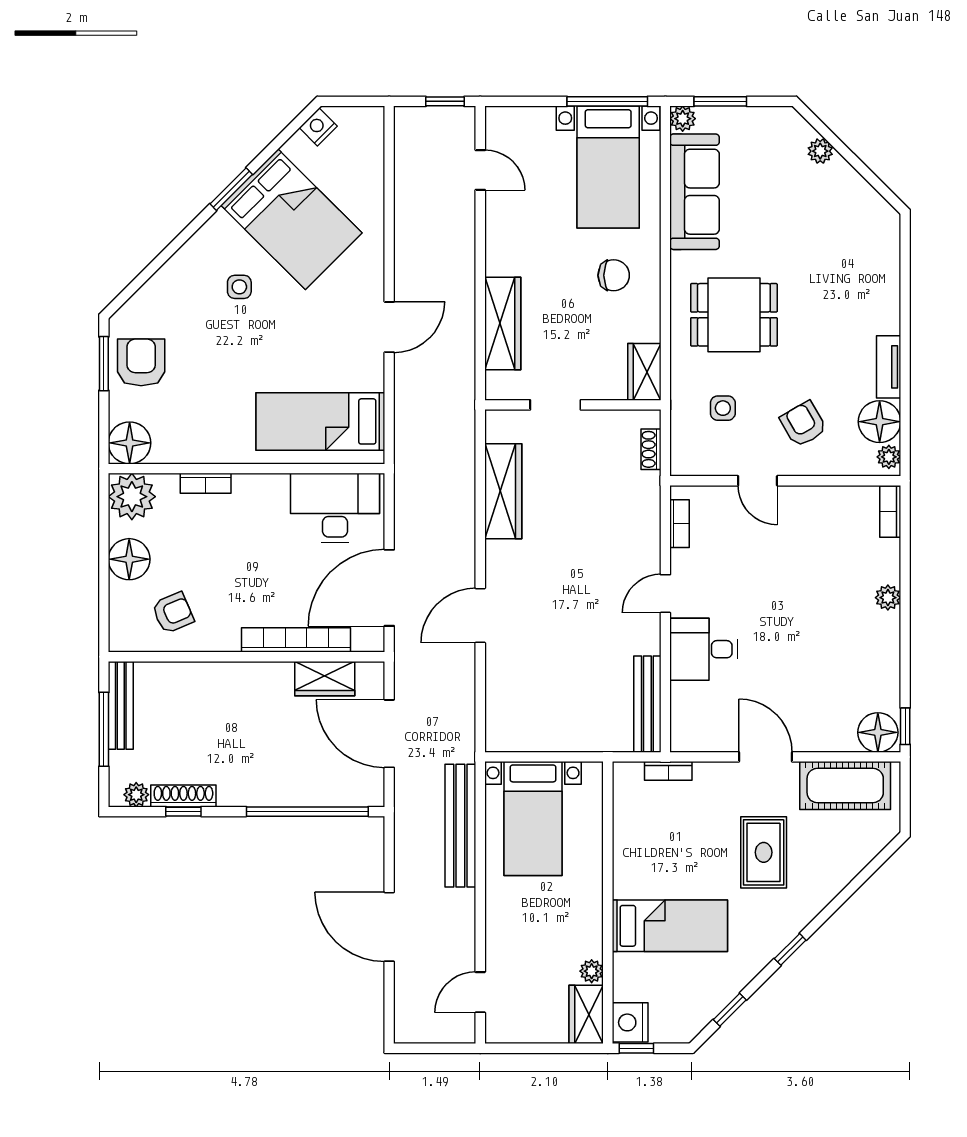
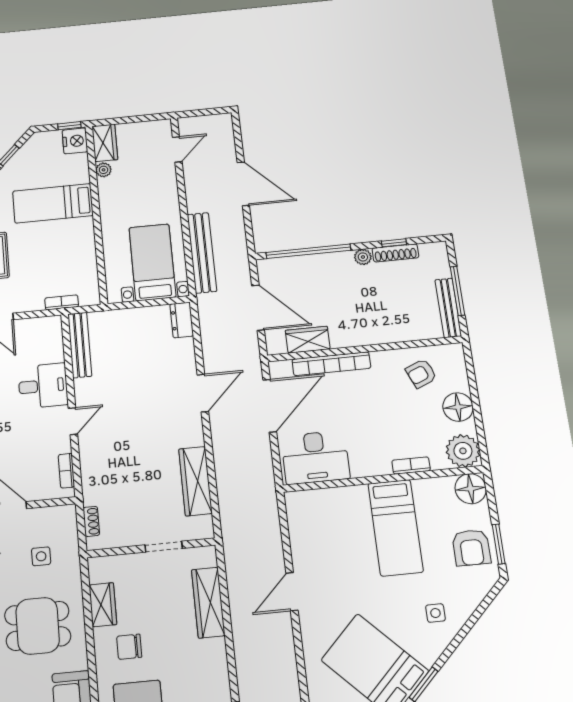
side table: (239, 287) -> (435, 613), moved
wardrobe: (644, 372) -> (103, 605), moved
bed: (320, 421) -> (395, 528), moved, turned 90
dresser: (499, 726) -> (182, 320), added
plant: (136, 795) -> (363, 257), moved

